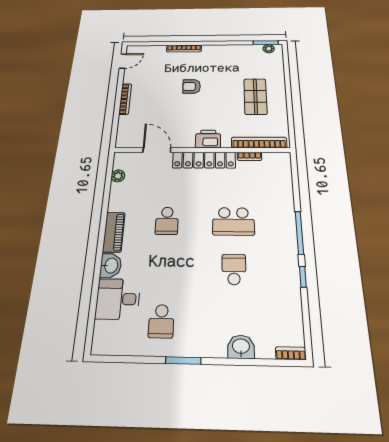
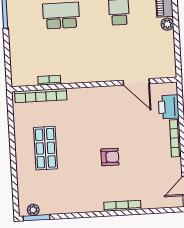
printer: (208, 139) -> (169, 107), moved, turned 90
locker: (204, 160) -> (91, 74), removed
plant: (118, 176) -> (167, 24), moved

